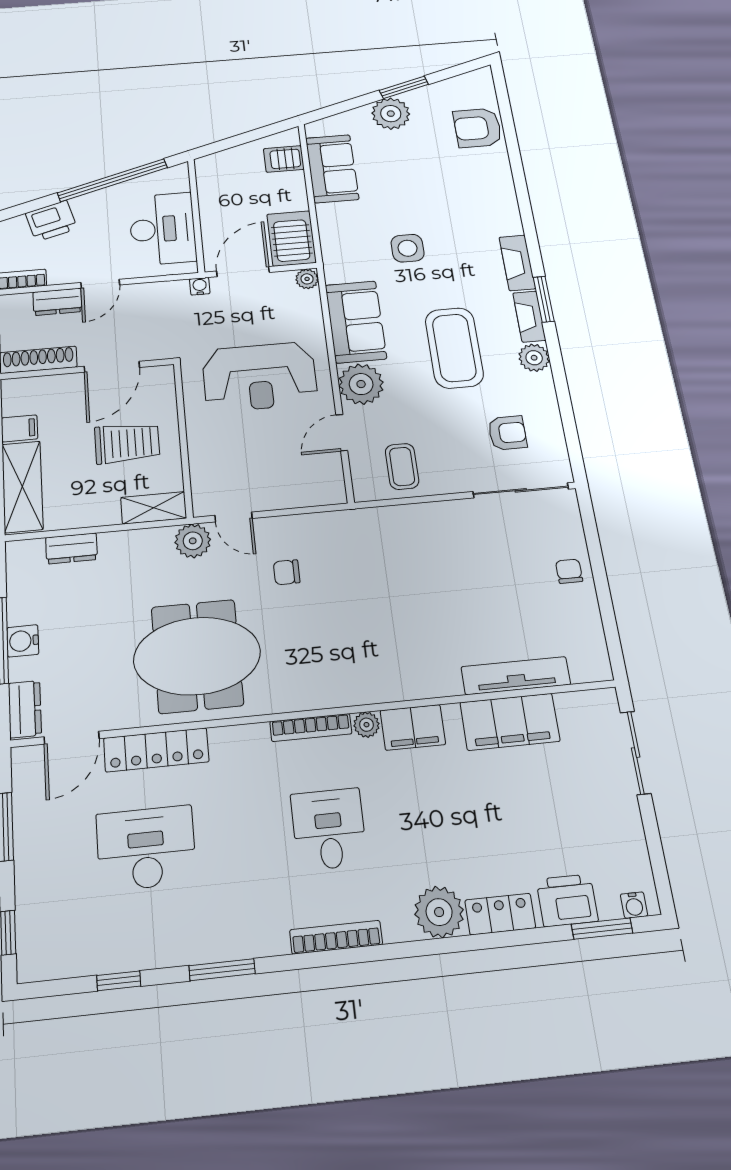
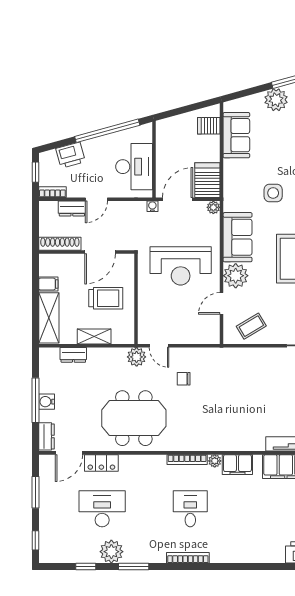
coffee table: (402, 466) -> (251, 326), turned 59
shelving: (154, 508) -> (94, 337), moved
locker: (156, 750) -> (101, 463), width x0.66
plant: (439, 912) -> (111, 552), moved
locker: (500, 914) -> (266, 555), removed

